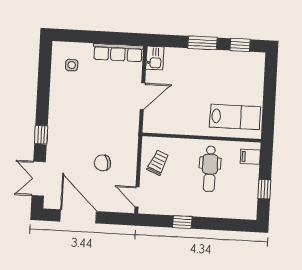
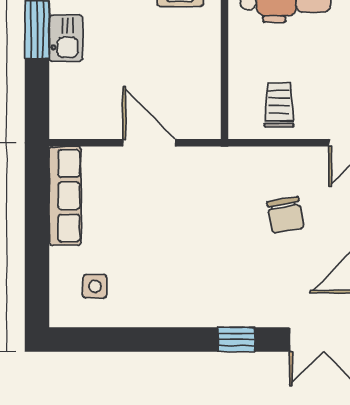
kitchen sink: (155, 58) -> (66, 38), moved, turned 90
trolley: (158, 163) -> (279, 105), turned 67

